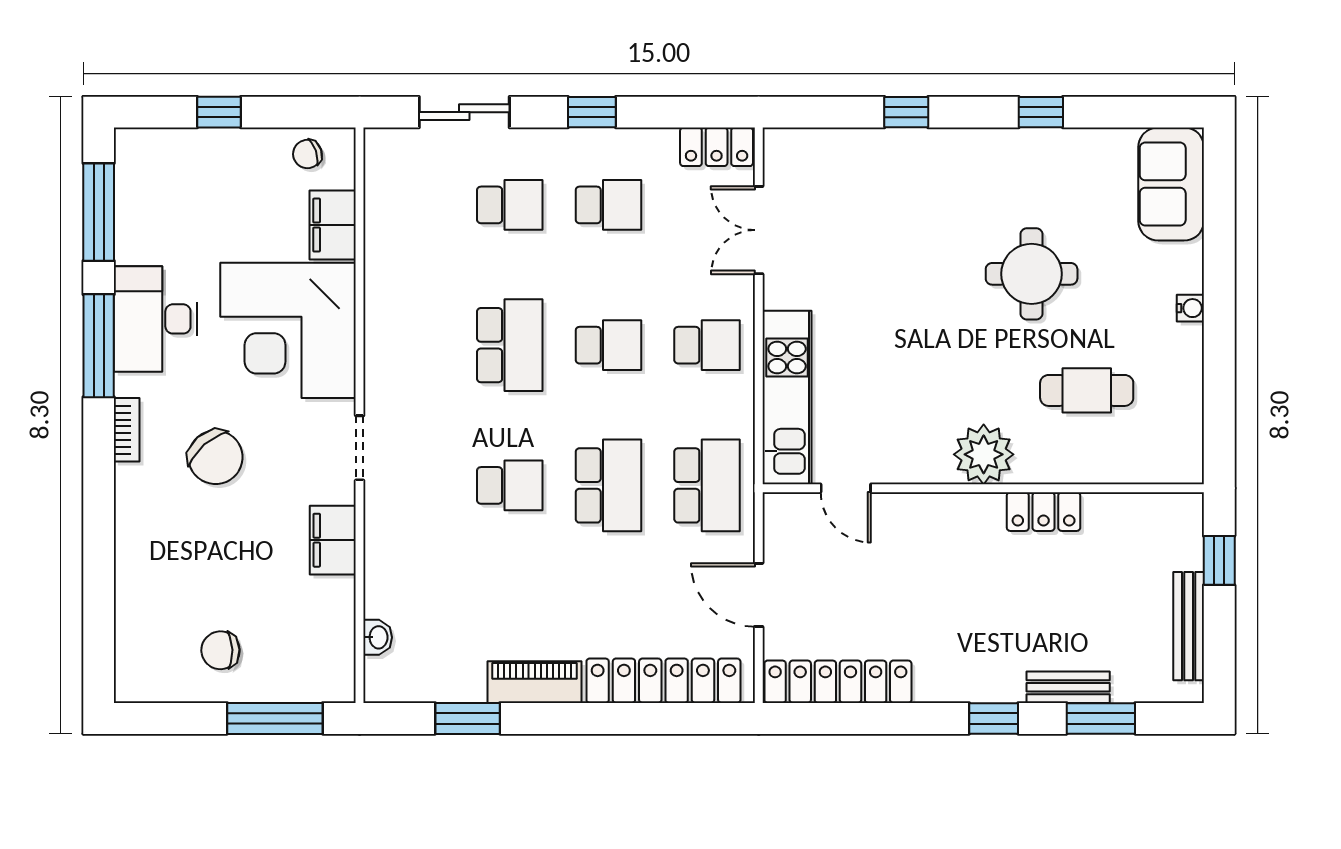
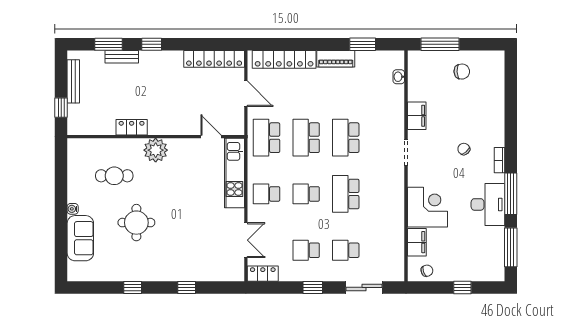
sofa: (1171, 184) -> (80, 238), moved
corner desk: (288, 330) -> (427, 207), width x0.74, depth x0.74
chair: (216, 457) -> (464, 149), width x0.54, depth x0.54
school desk: (510, 485) -> (346, 138), width x1.85

